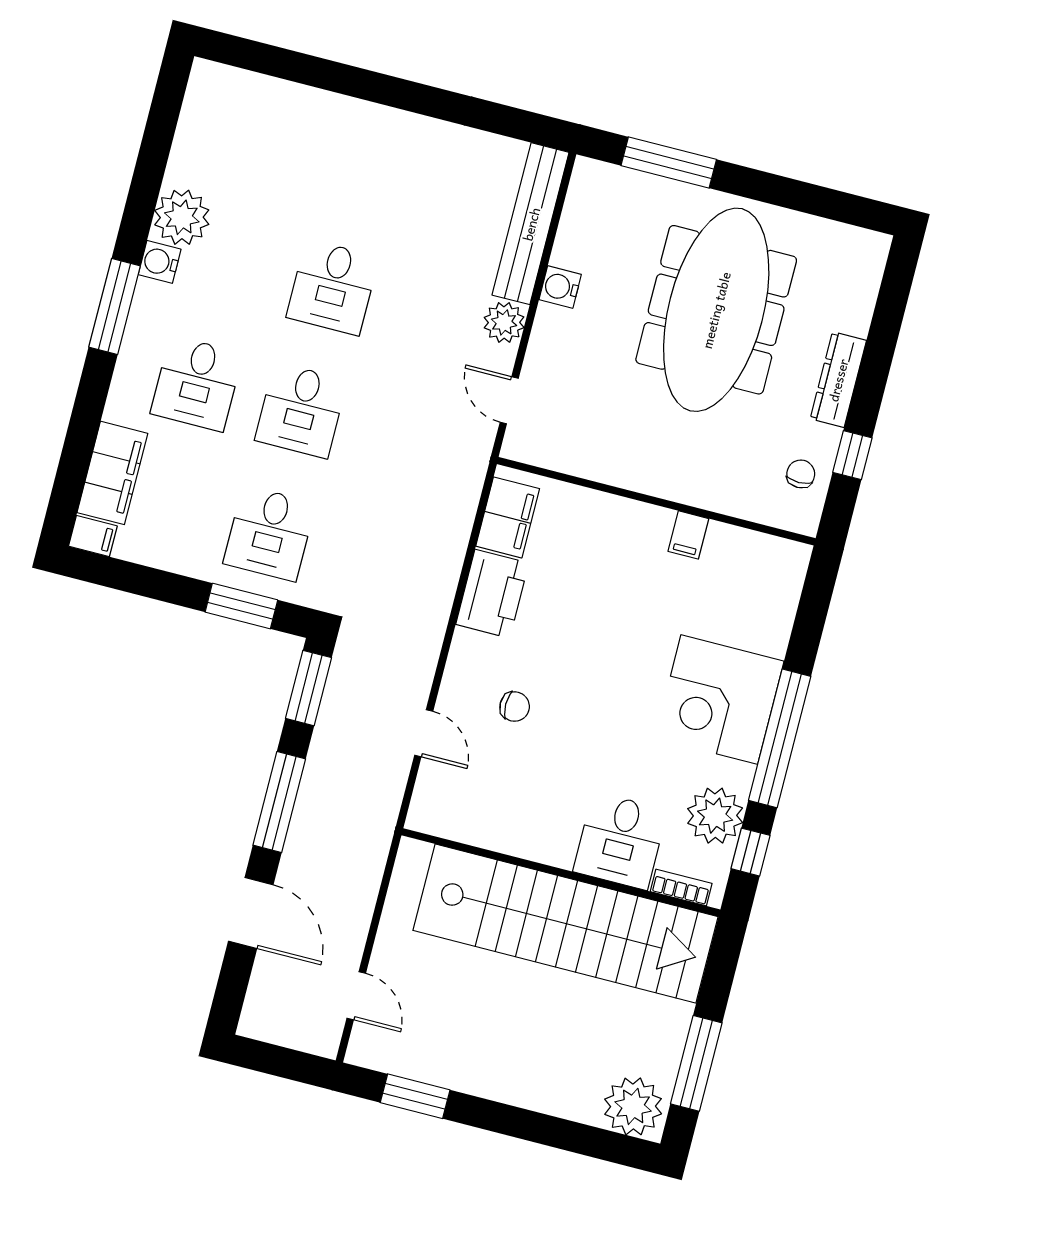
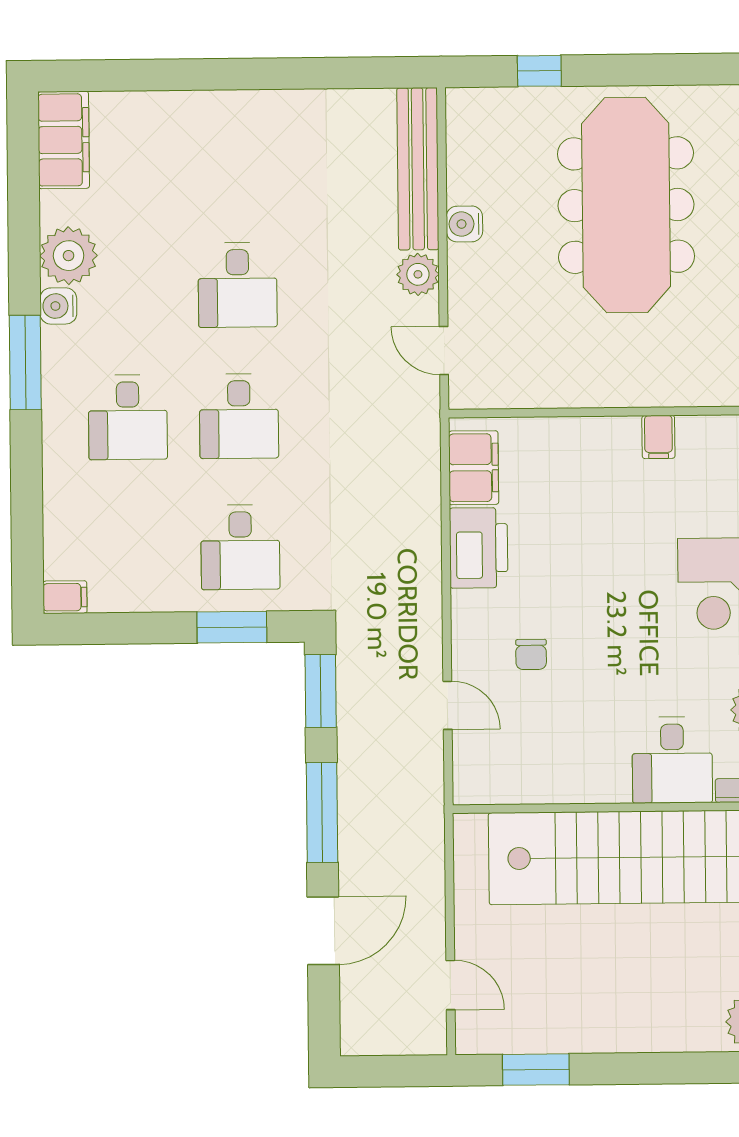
window: (669, 163) -> (539, 71), width x0.46
filing cabinet: (112, 473) -> (64, 140), moved
chair: (515, 707) -> (531, 654), turned 90
door: (251, 913) -> (323, 931), hinge flipped

